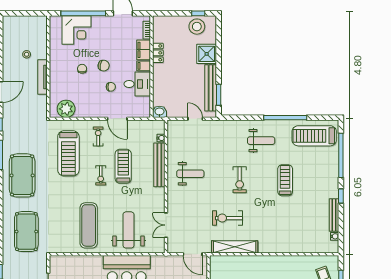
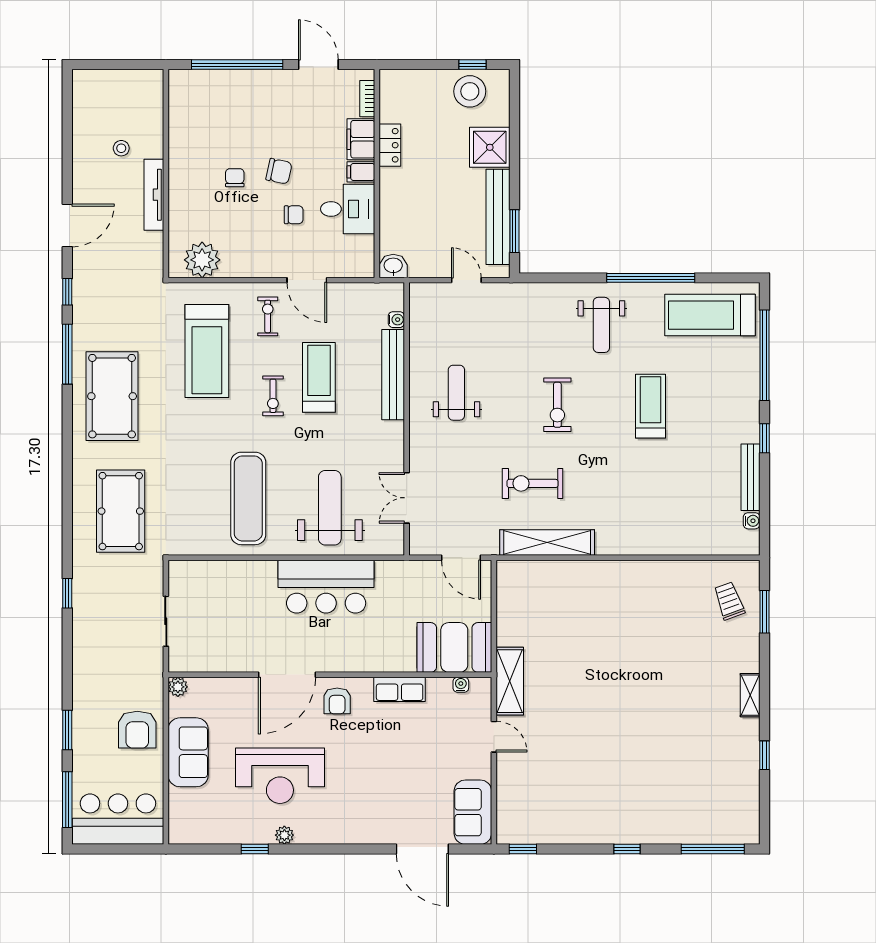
corner desk: (77, 30) -> (224, 98), removed
weight bench: (261, 141) -> (601, 325), turned 90
weight bench: (190, 174) -> (456, 393), turned -90

